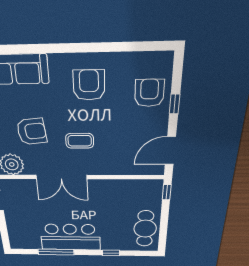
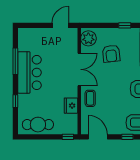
coffee table: (80, 141) -> (90, 98), moved
double door: (61, 177) -> (79, 69), swing flipped
fridge: (118, 188) -> (71, 106), added

